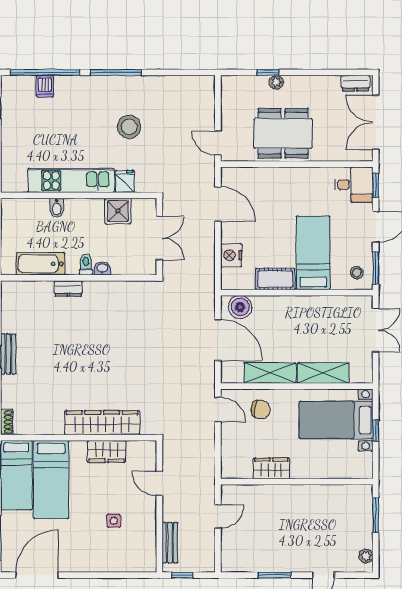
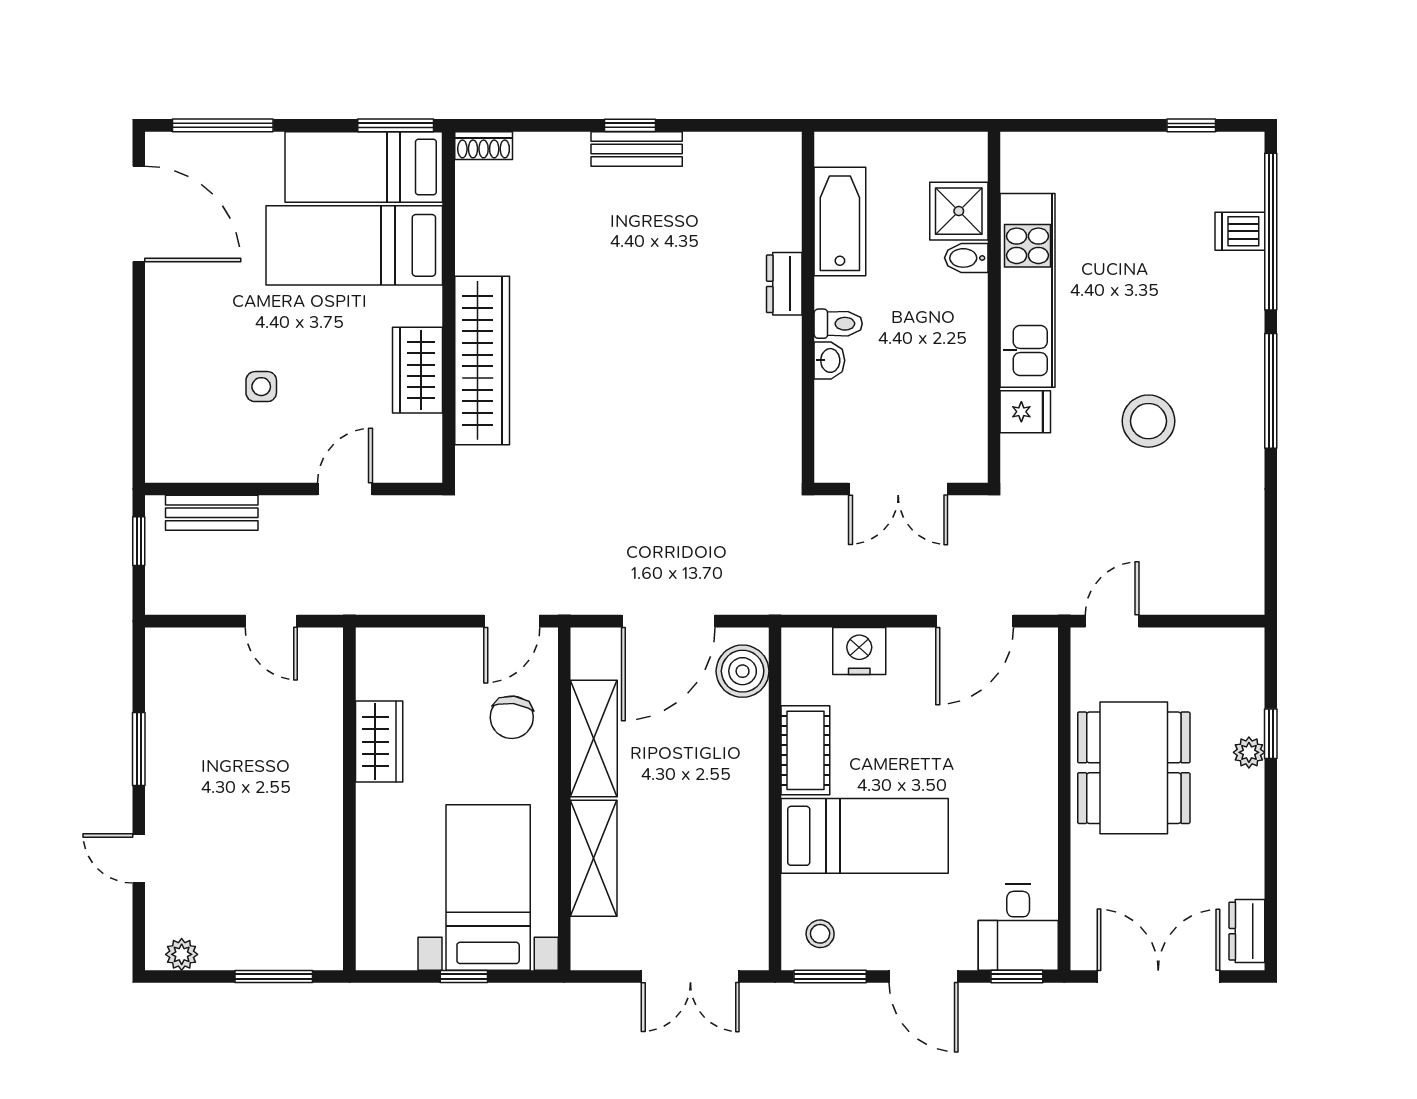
shower: (118, 211) -> (959, 211), moved

